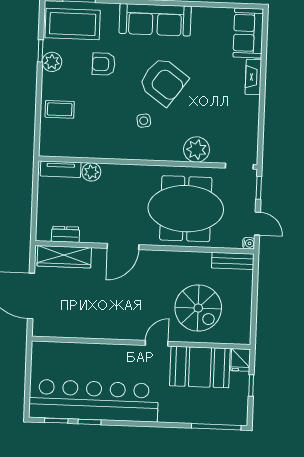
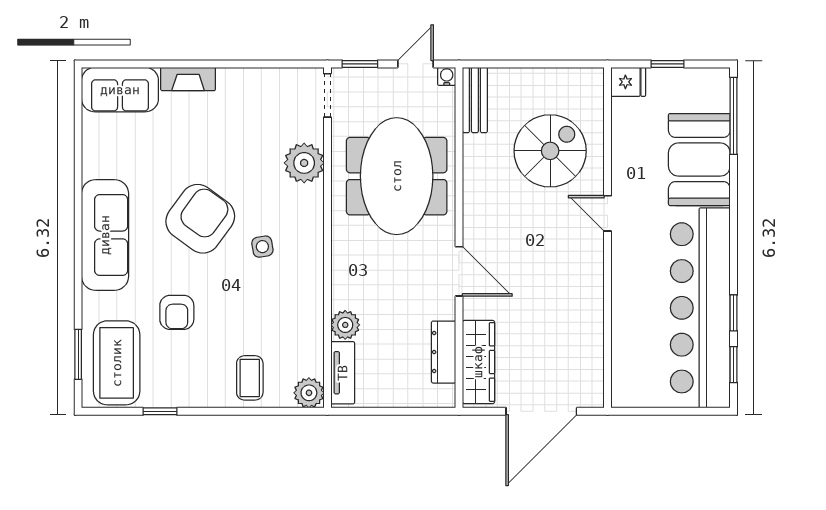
plant: (52, 62) -> (309, 393), moved
dresser: (65, 234) -> (444, 352), width x1.44
booth: (200, 367) -> (699, 160), moved

